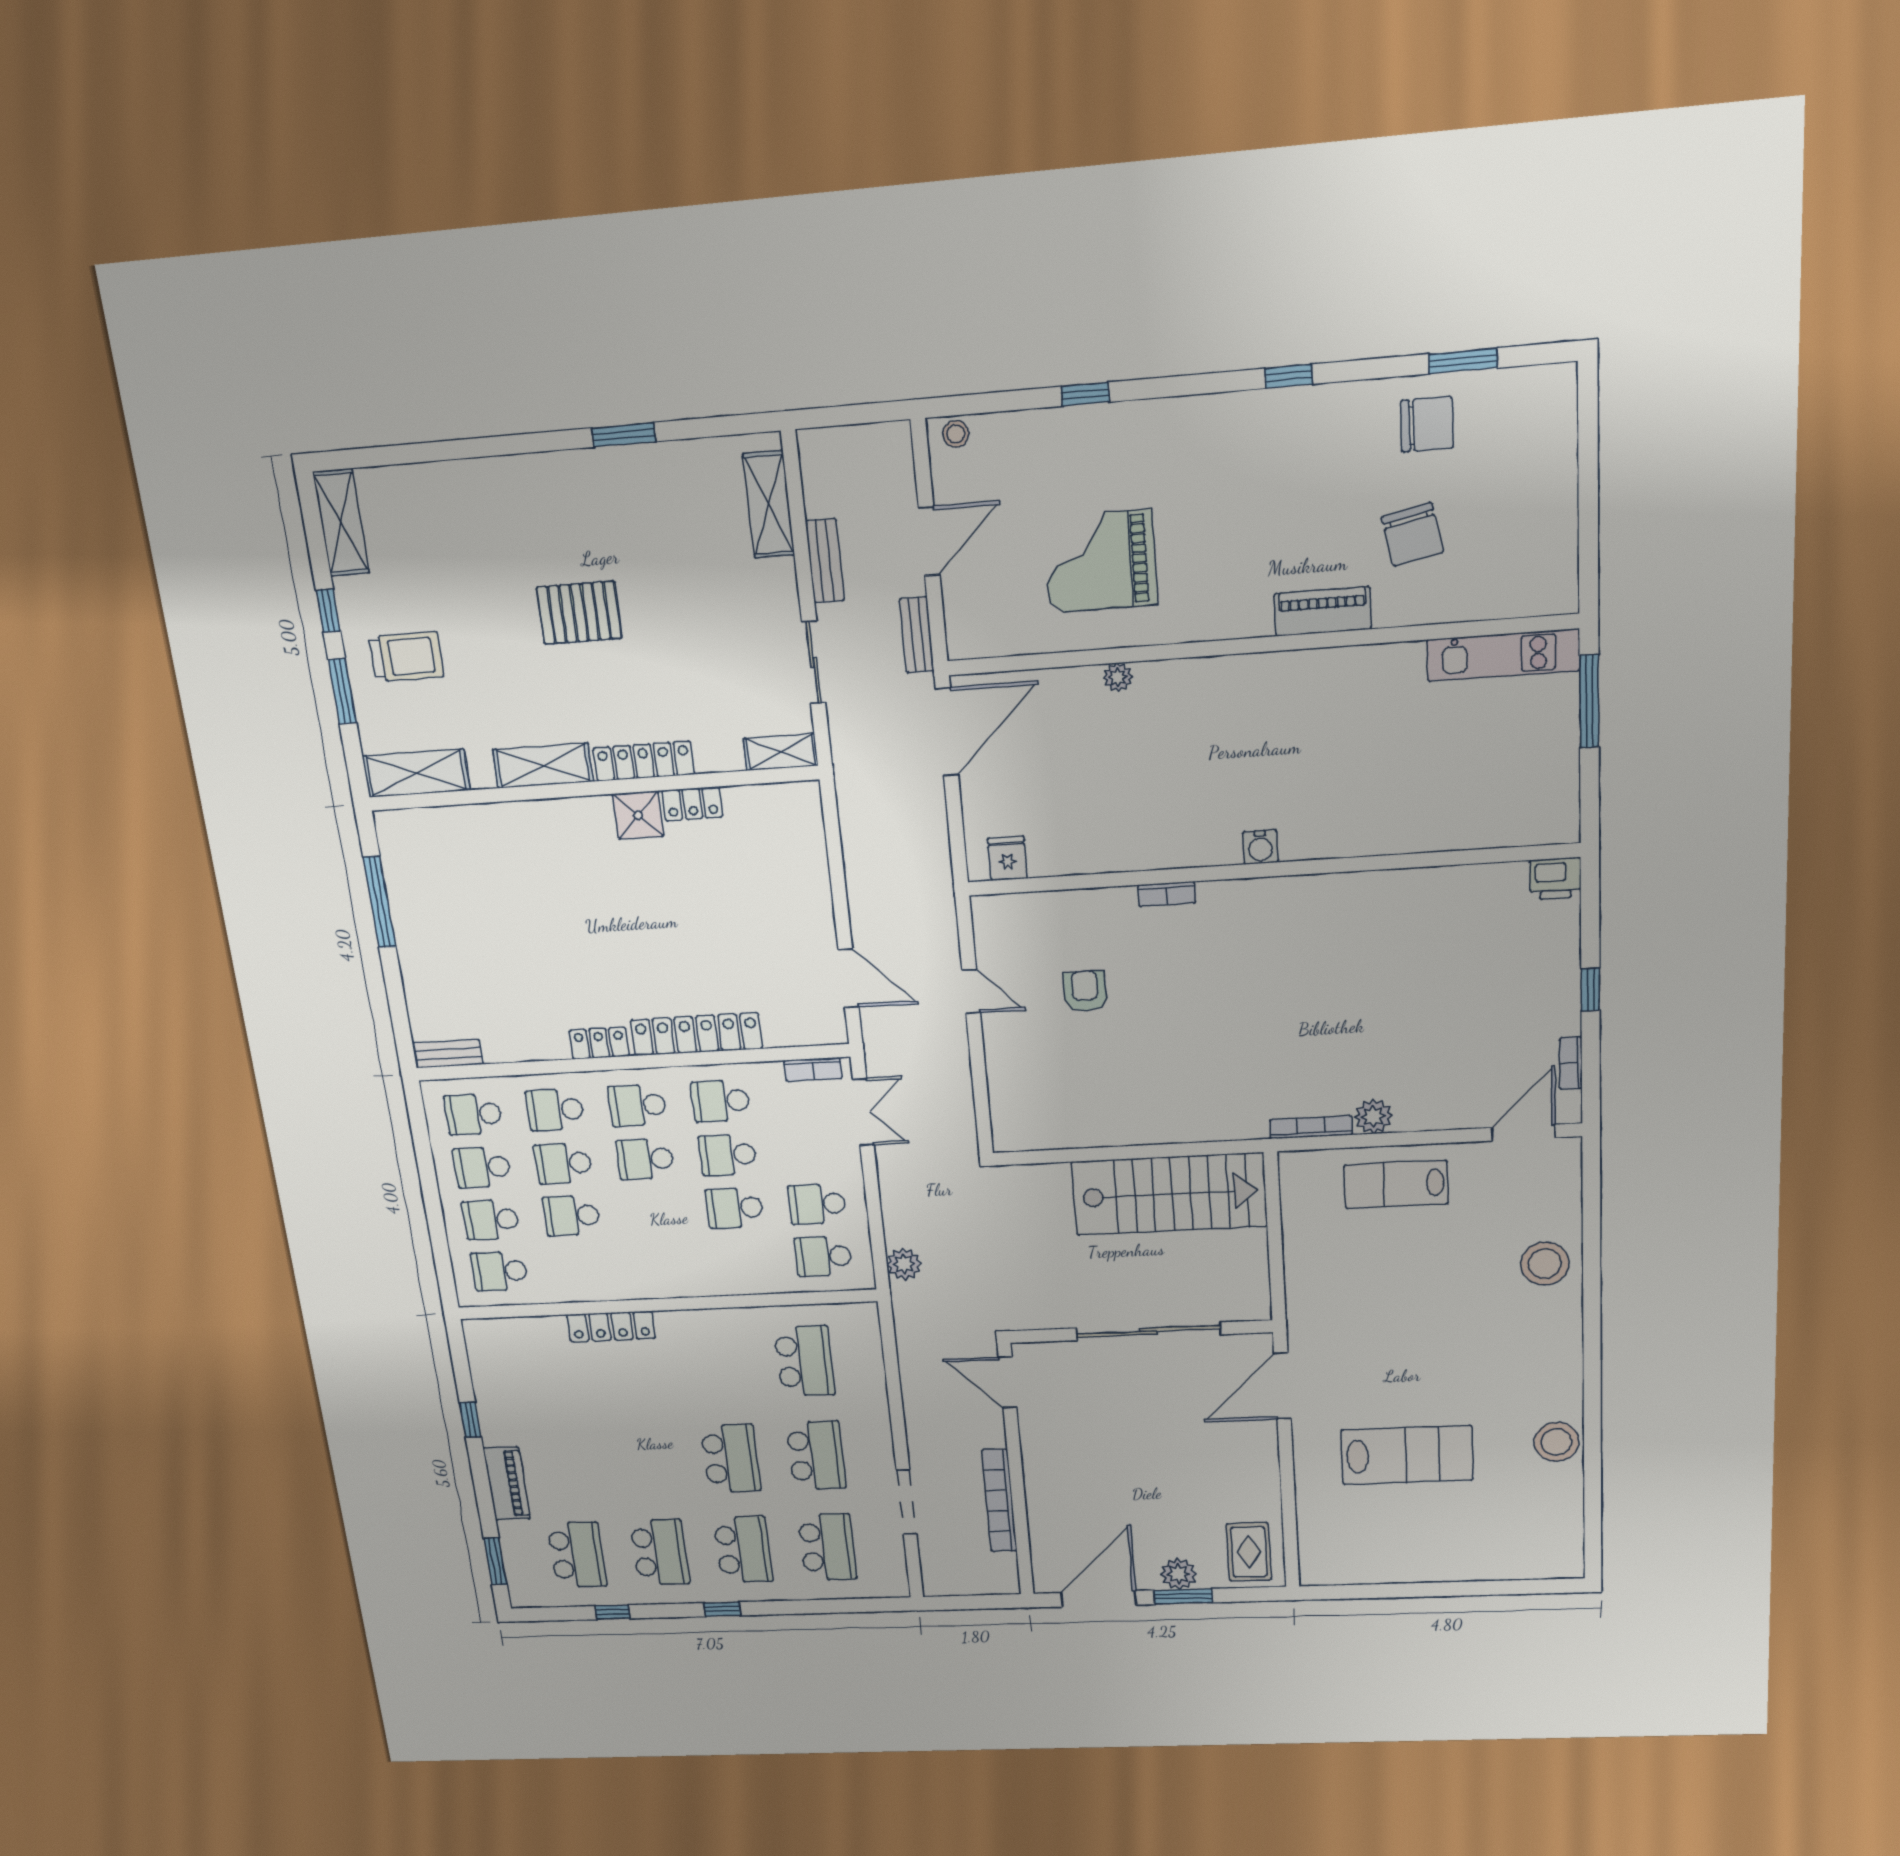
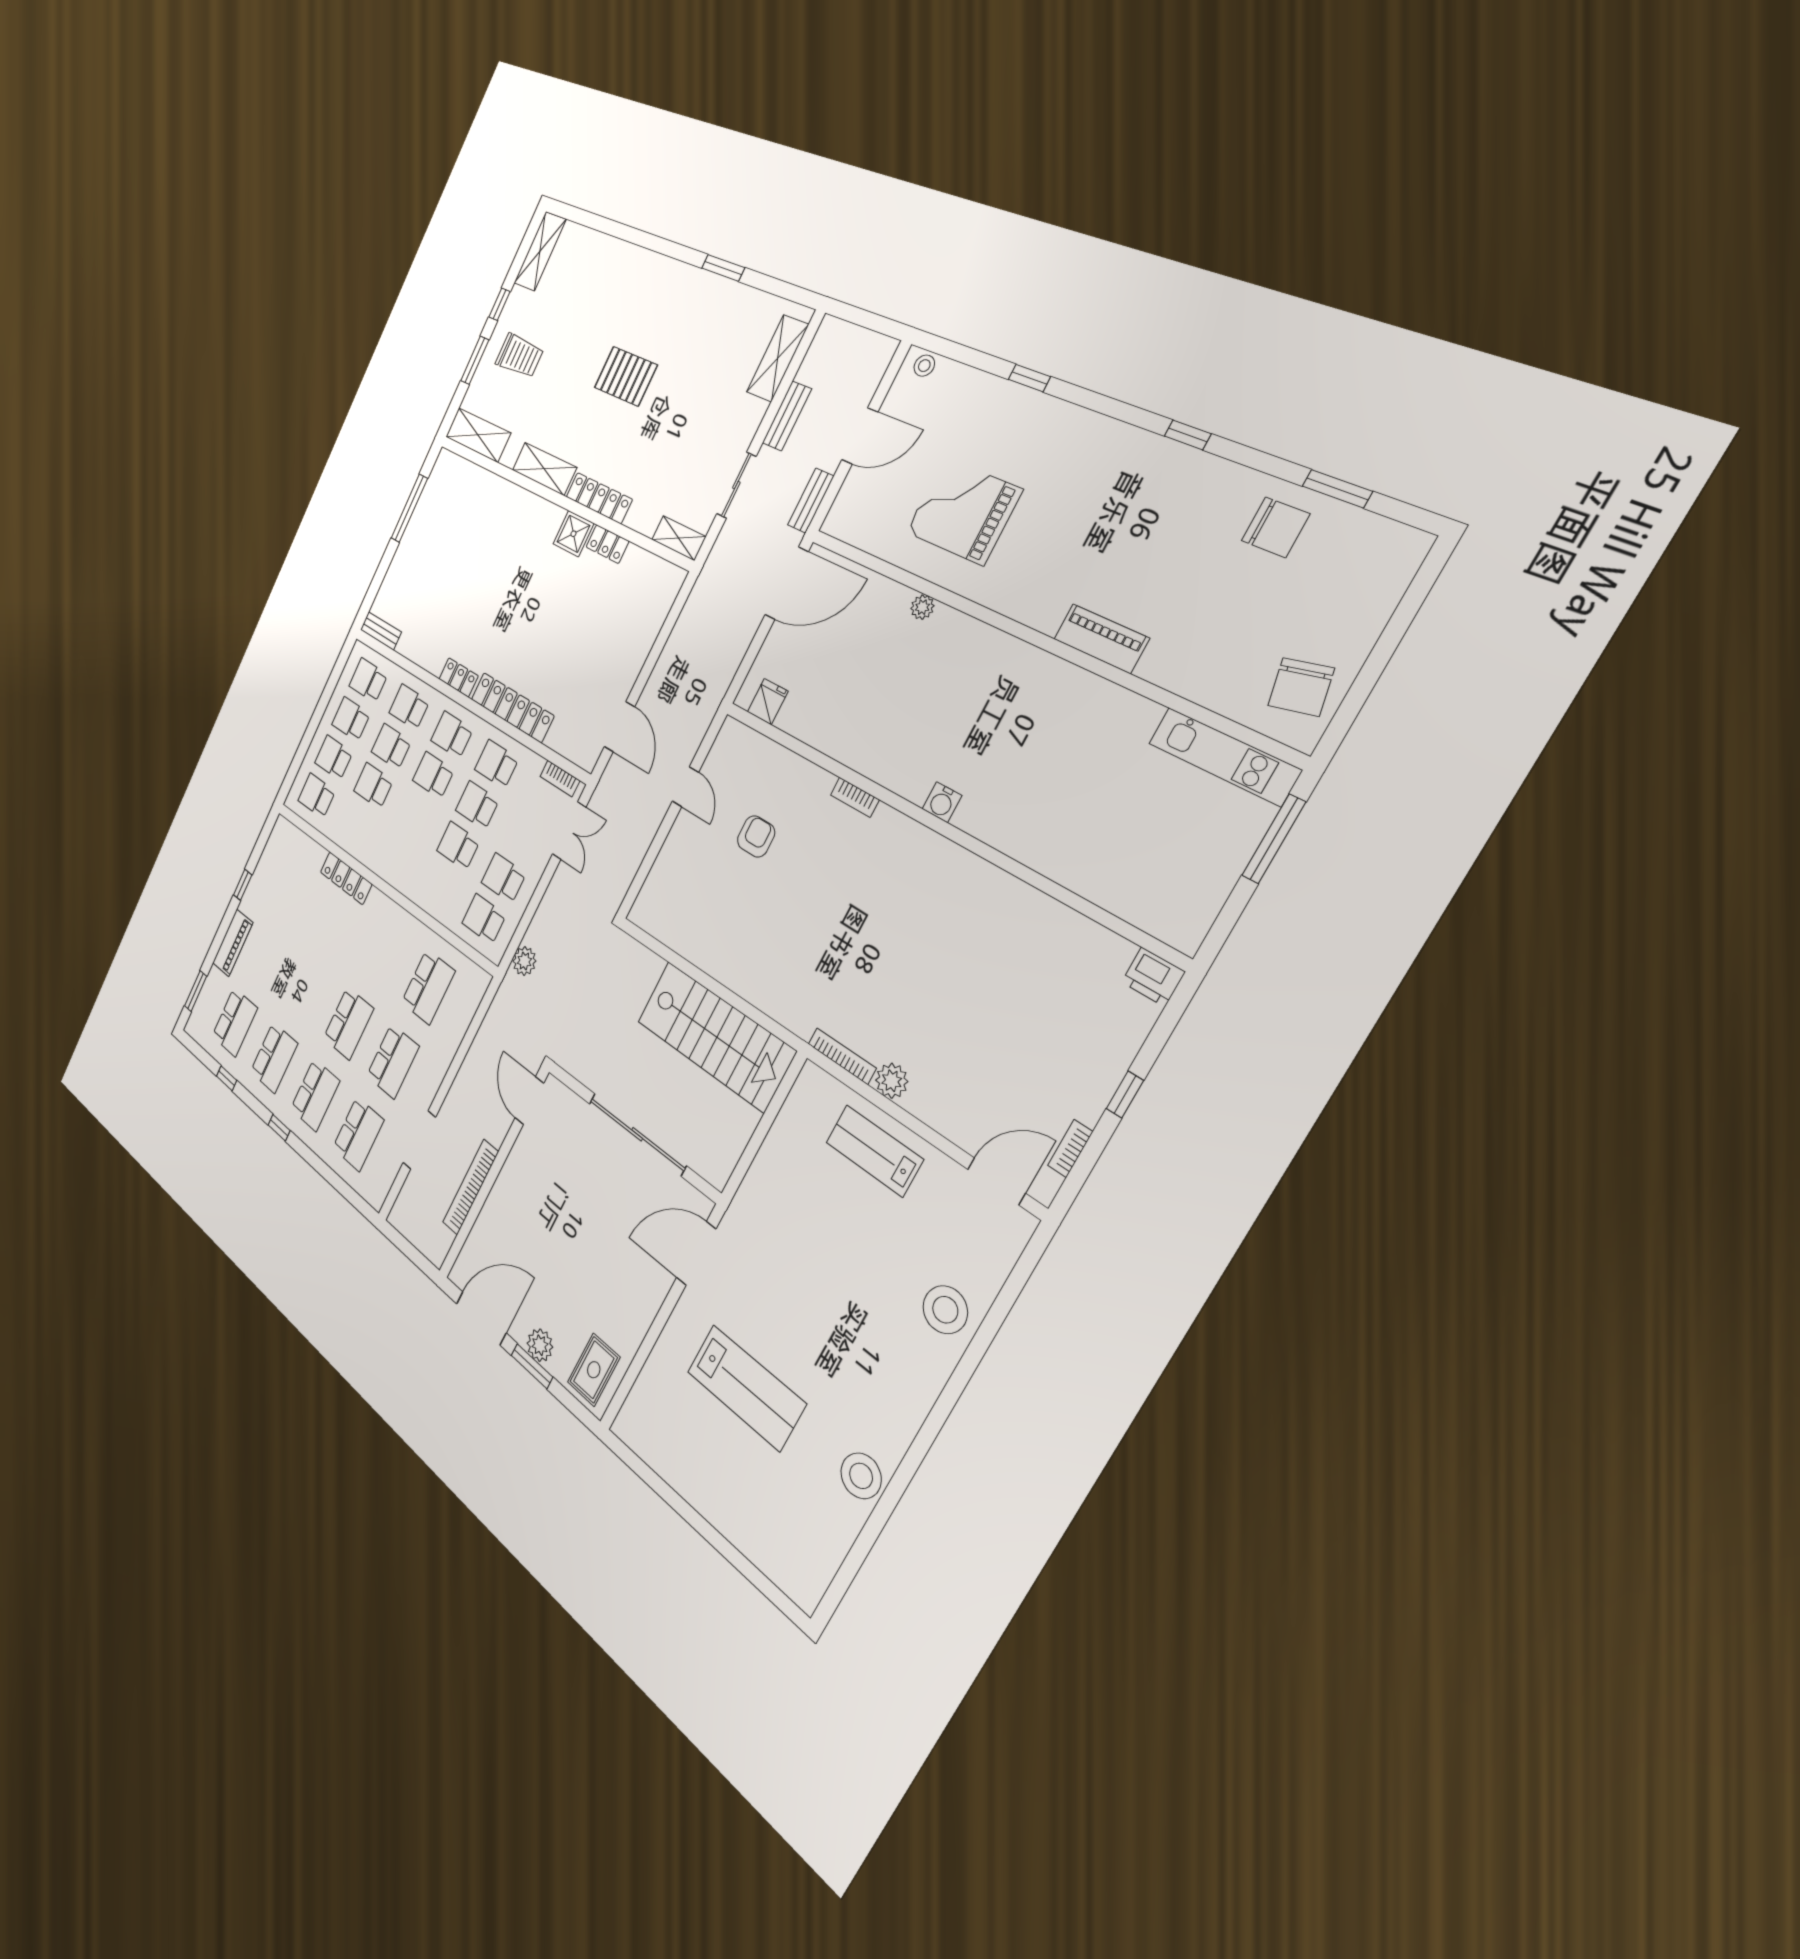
chair: (1412, 534) -> (1301, 687), moved

